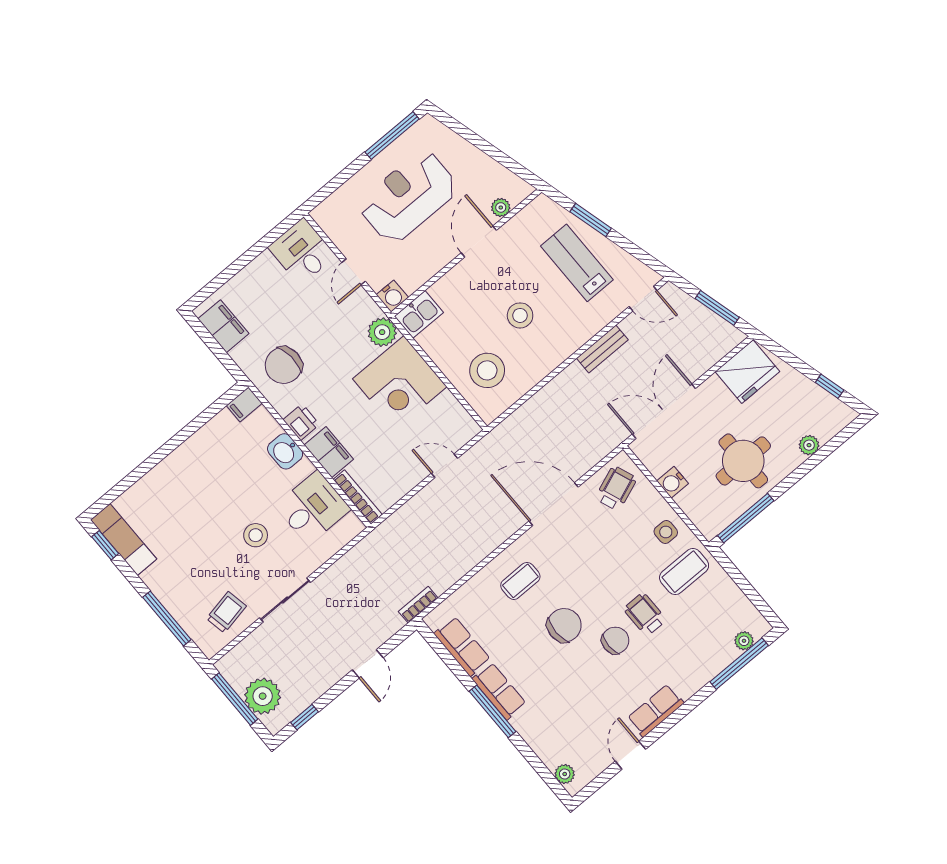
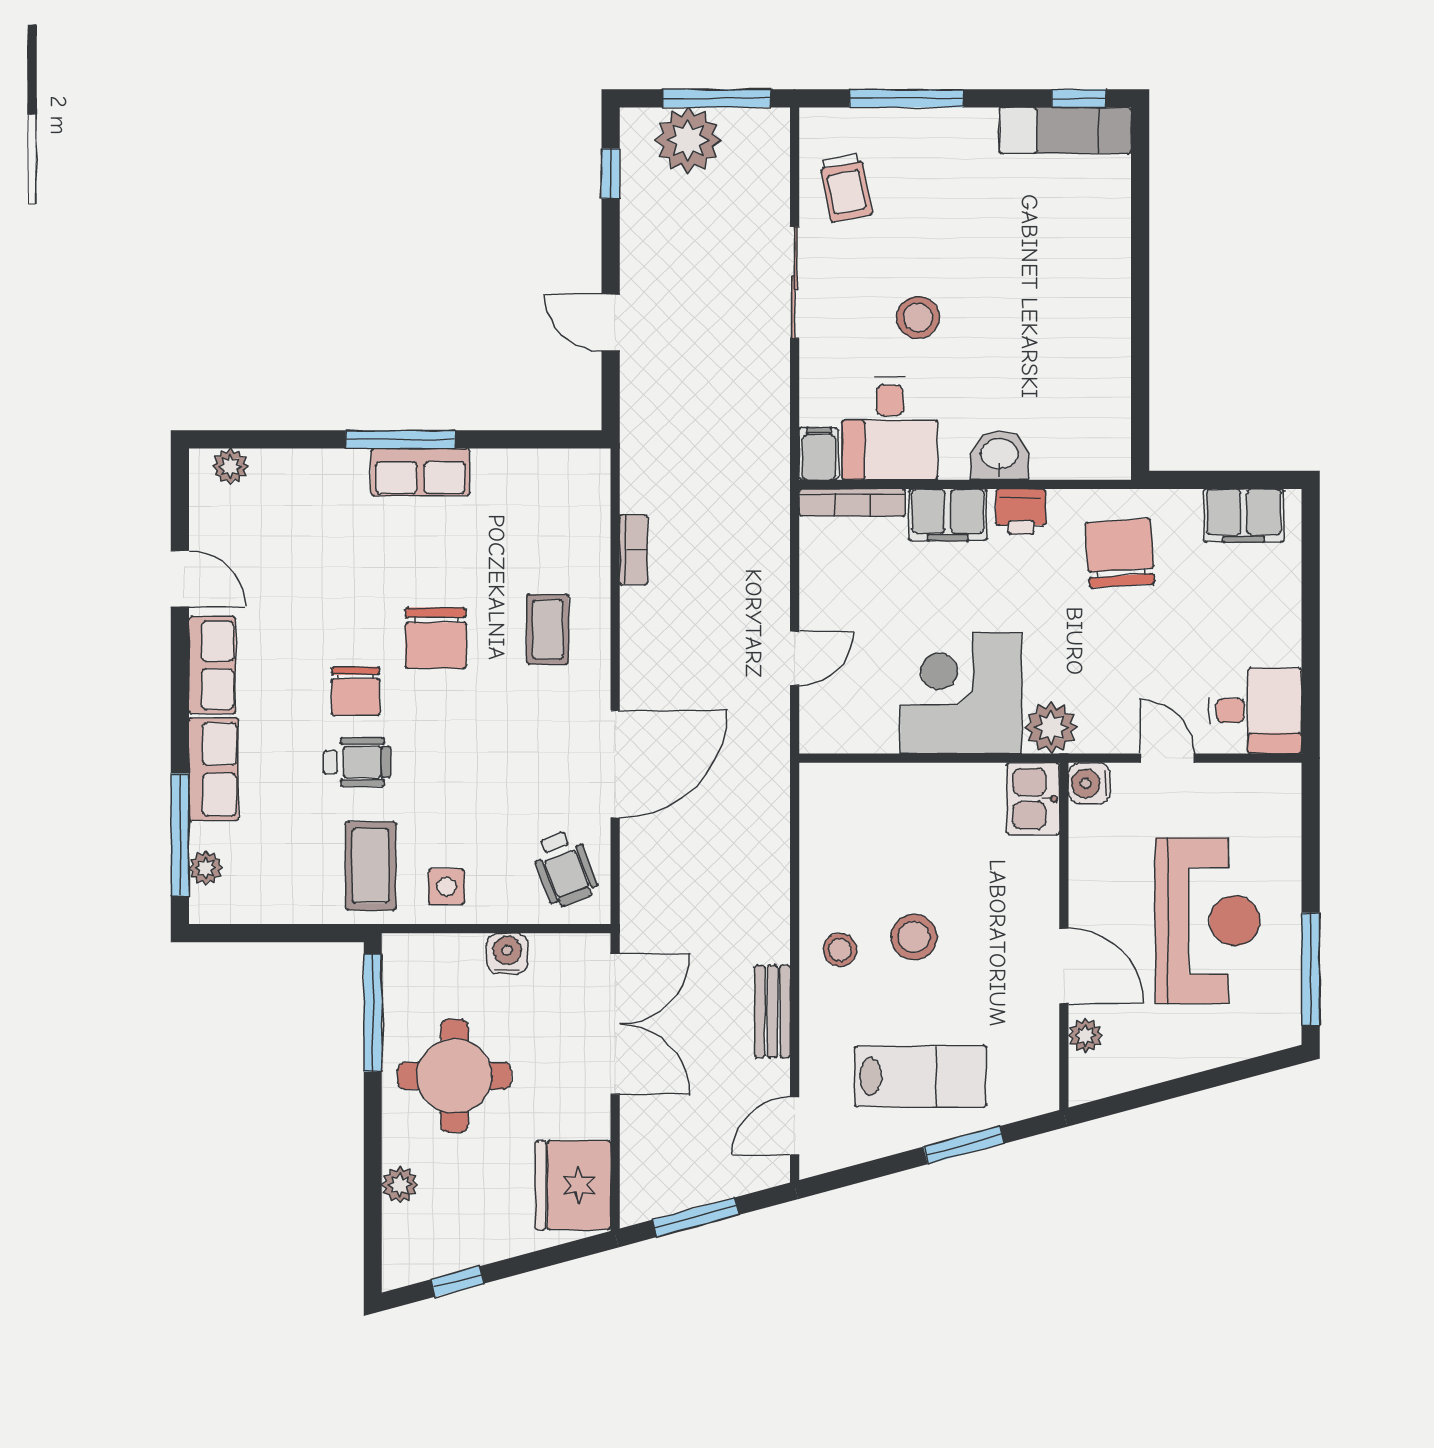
stool: (487, 370) -> (840, 950), moved, width x0.53, depth x0.53
filing cabinet: (244, 404) -> (819, 454), moved
bookcase: (418, 605) -> (634, 550), moved
row of seats: (462, 646) -> (214, 769), moved, turned -90

